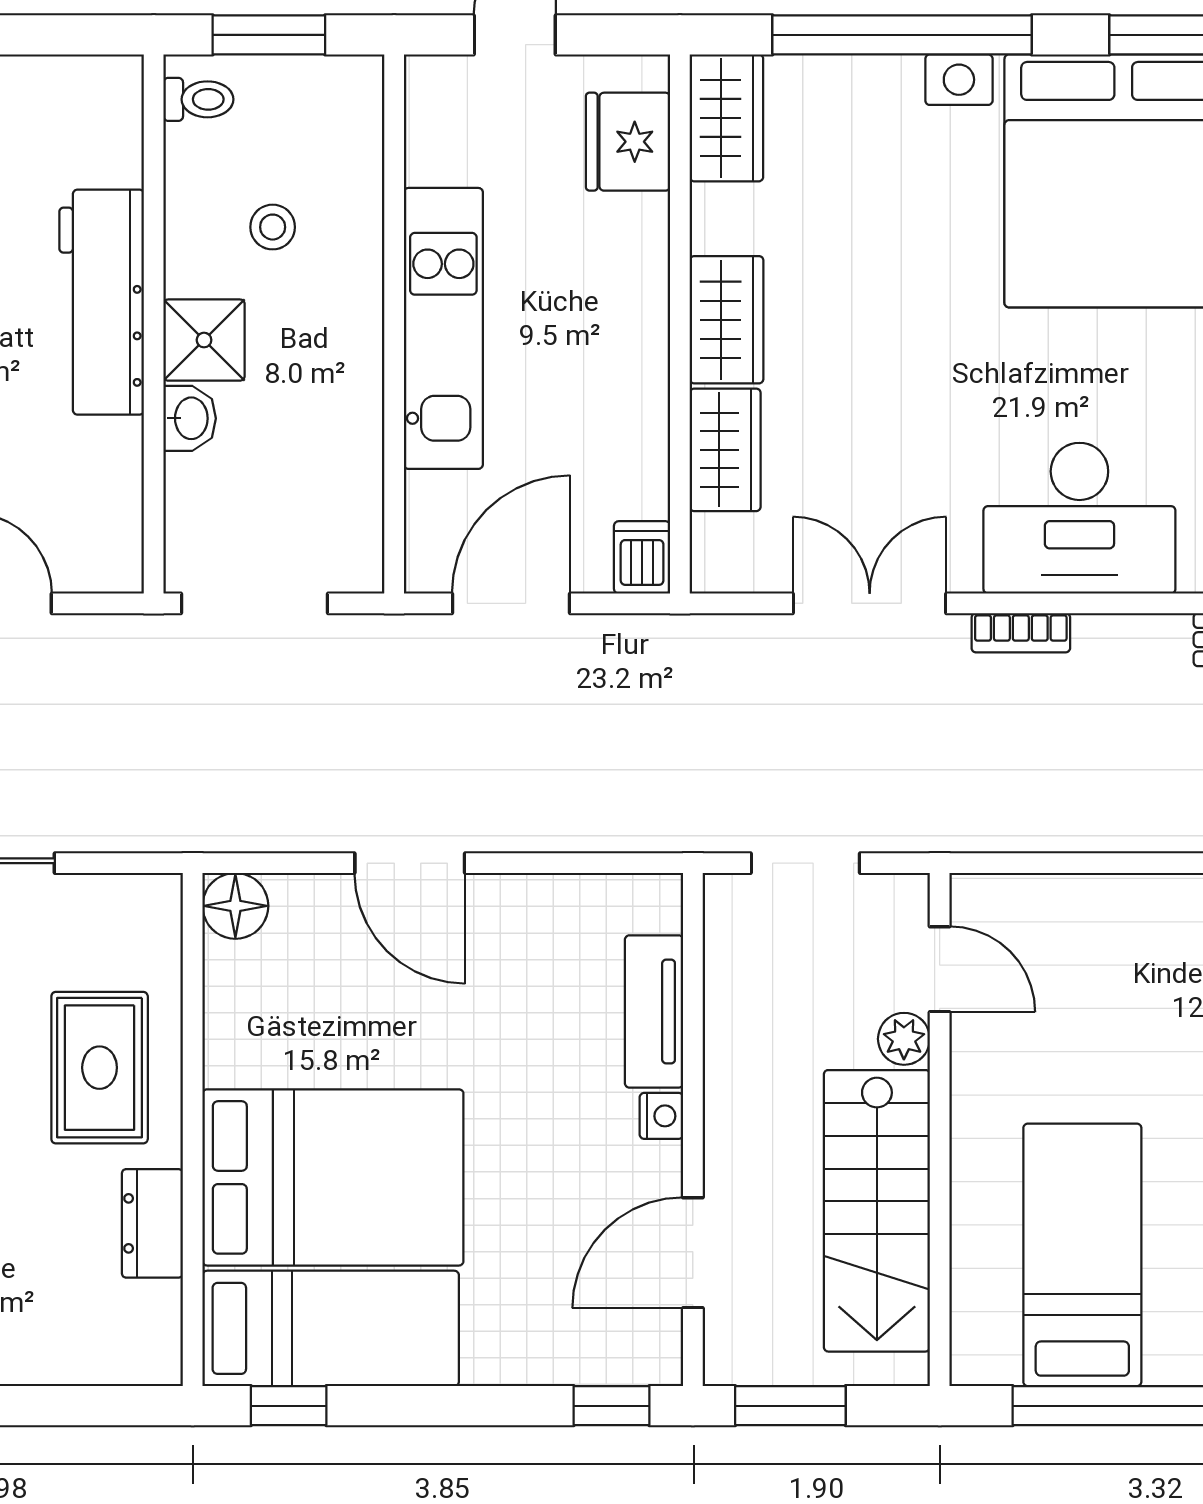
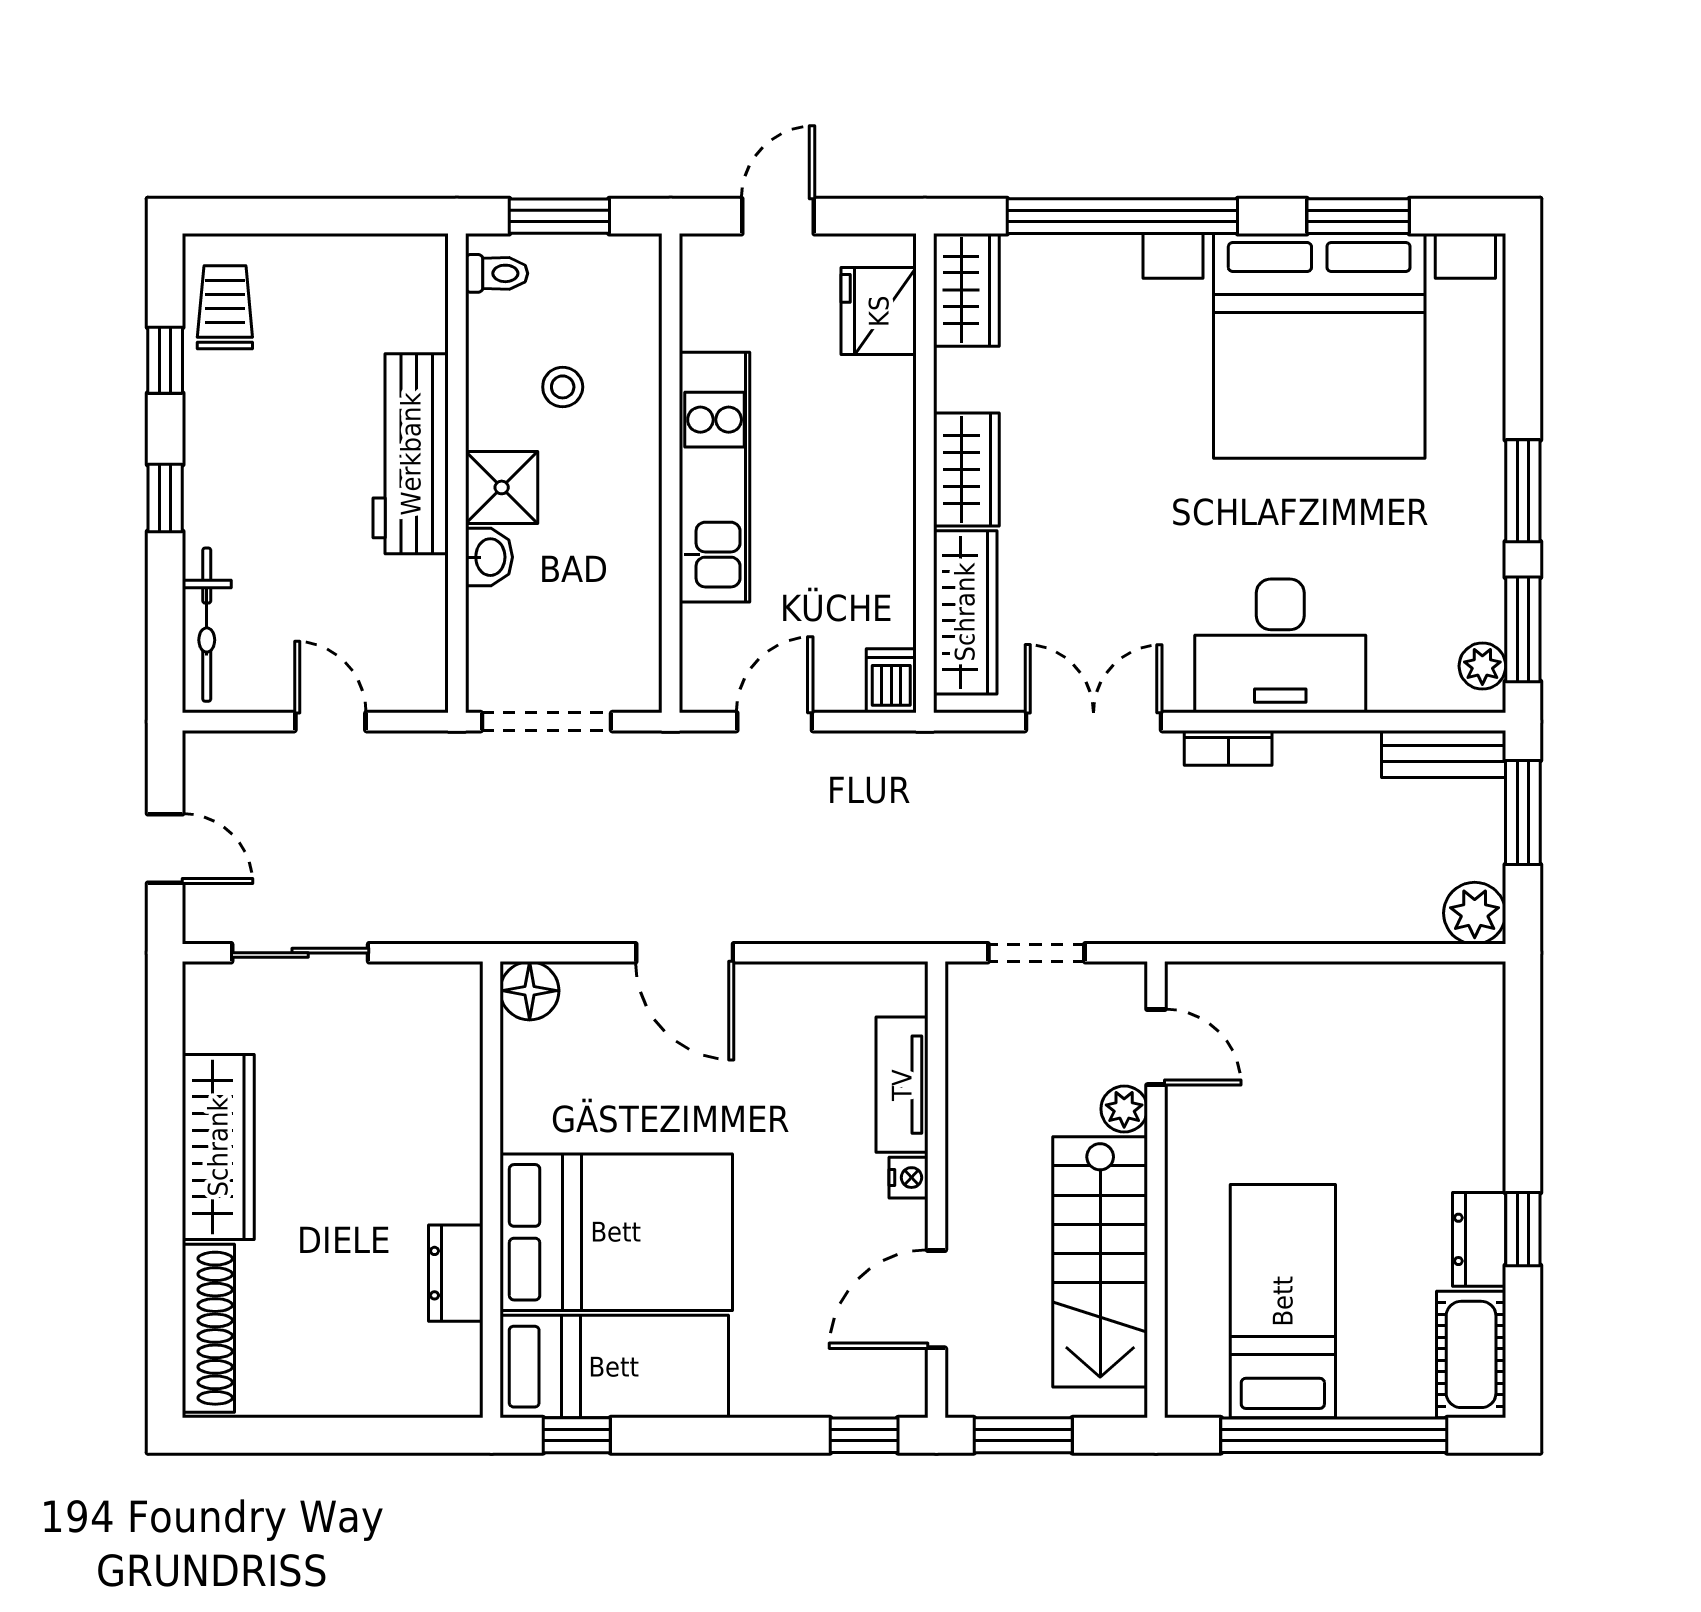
wardrobe: (725, 450) -> (965, 612), width x1.50
door: (511, 603) -> (775, 722), width x0.73
rug: (100, 1068) -> (409, 1135), removed

